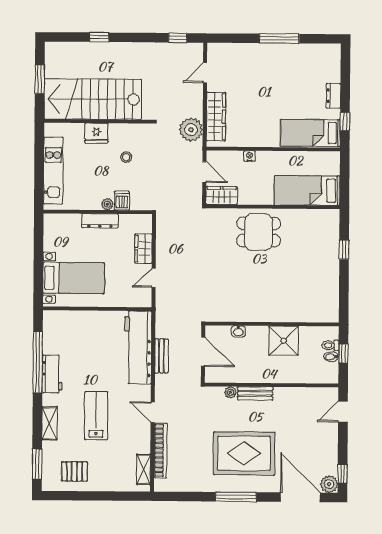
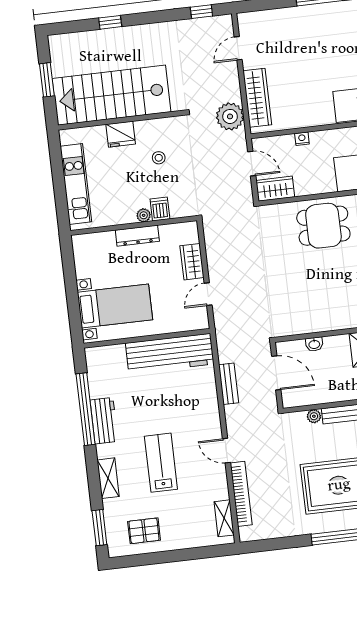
workbench: (138, 347) -> (170, 353), moved, turned -90

